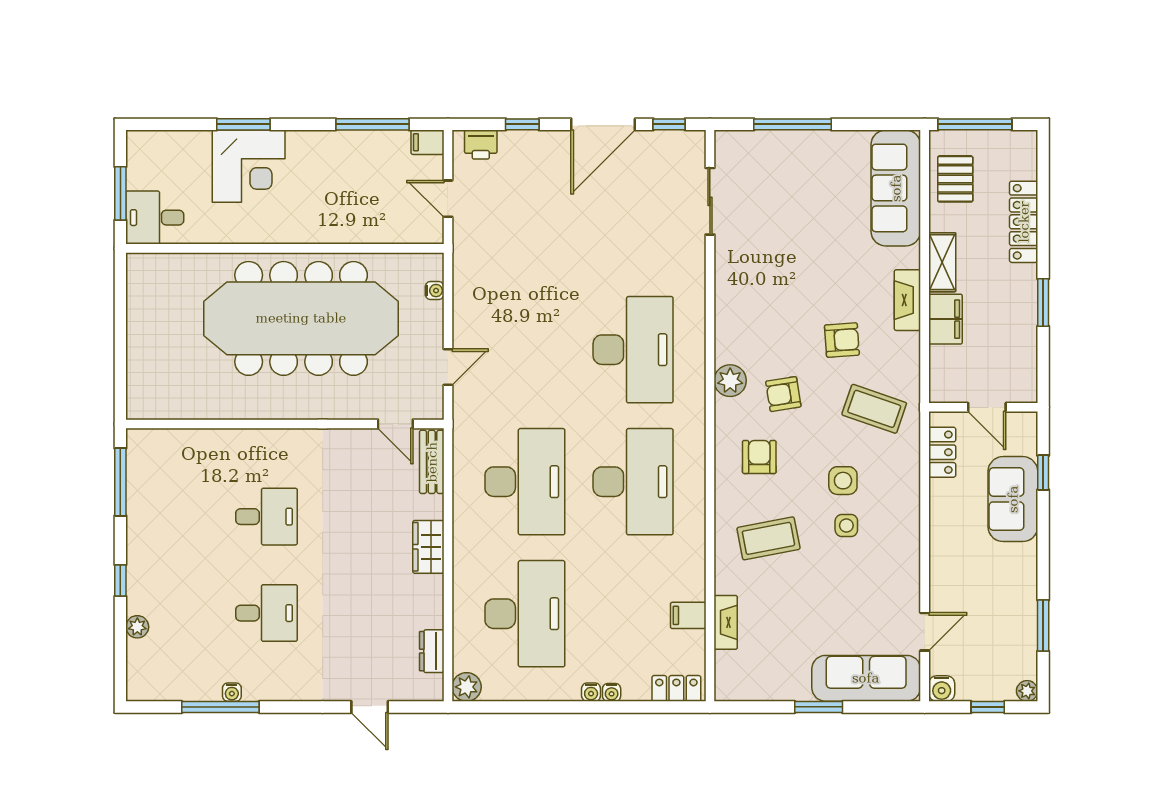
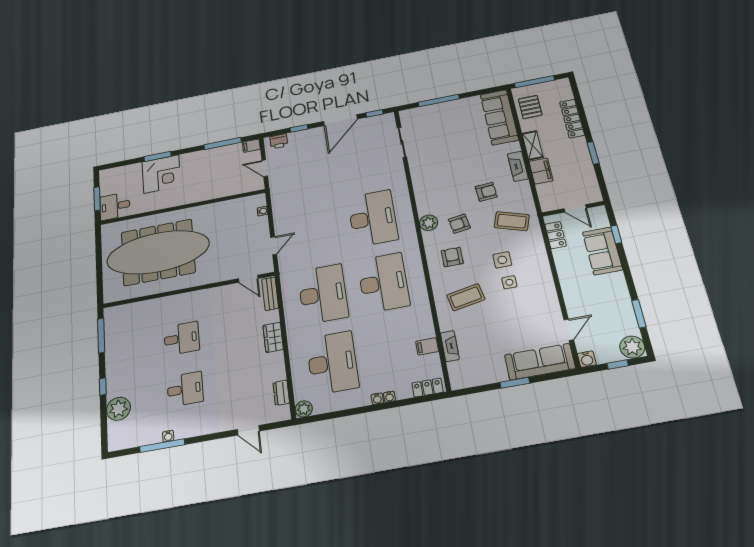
meeting table: (301, 318) -> (158, 252), moved
plant: (137, 627) -> (118, 409), width x1.87, depth x1.87
plant: (1027, 691) -> (632, 347), width x1.88, depth x1.88

